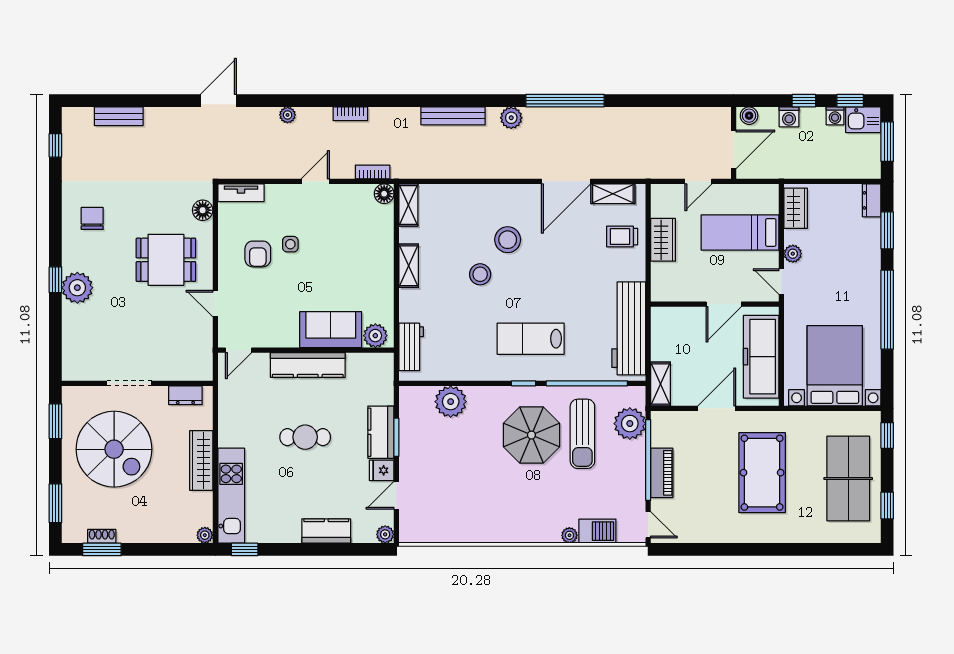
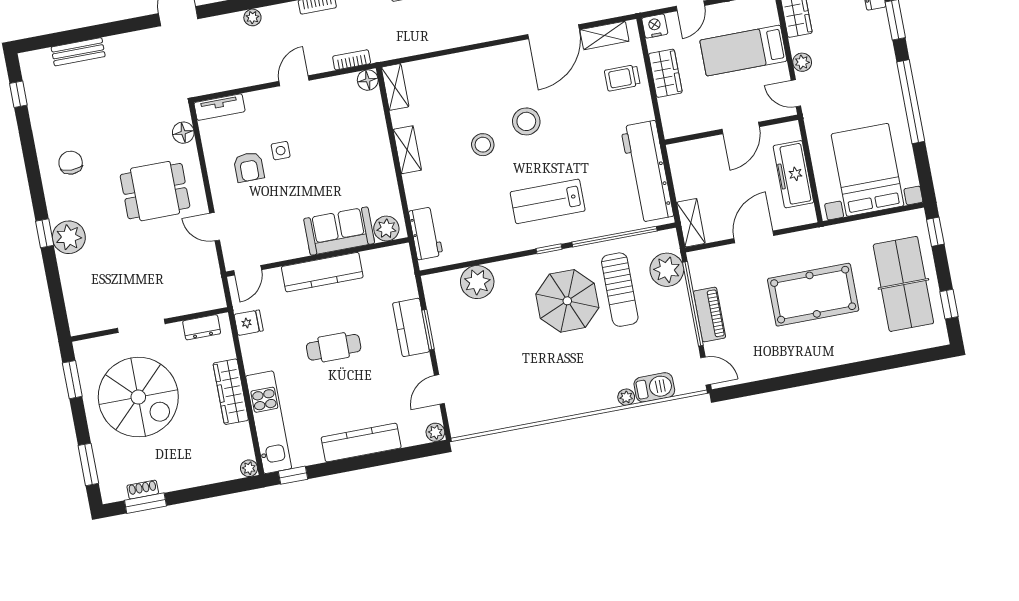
nightstand: (662, 194) -> (655, 26), added
stool: (508, 240) -> (526, 121), moved
freezer: (761, 357) -> (793, 174), width x0.73, depth x0.79
fridge: (382, 470) -> (249, 323), moved, turned 180
pool table: (762, 473) -> (813, 295), turned 90
kitchen counter: (326, 531) -> (361, 443), width x1.50

